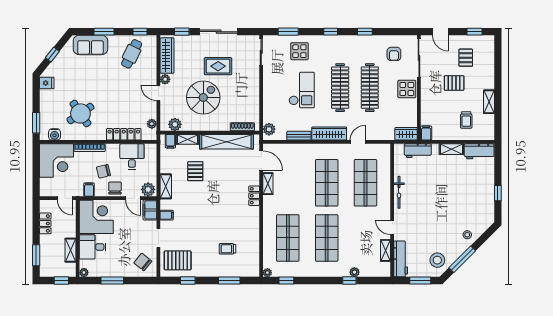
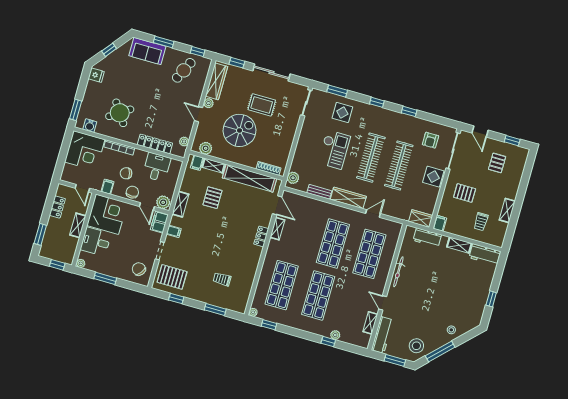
pallet: (454, 83) -> (465, 193), moved
shelving: (71, 250) -> (78, 225), moved

